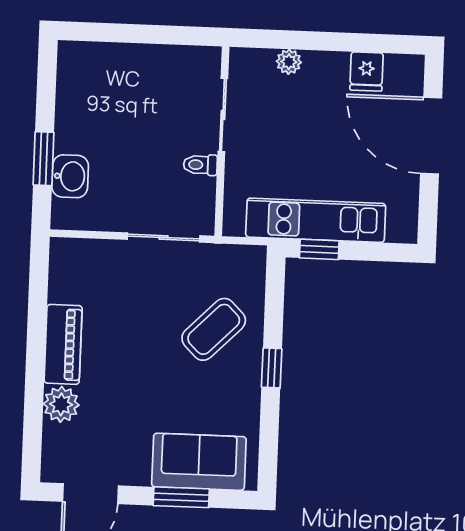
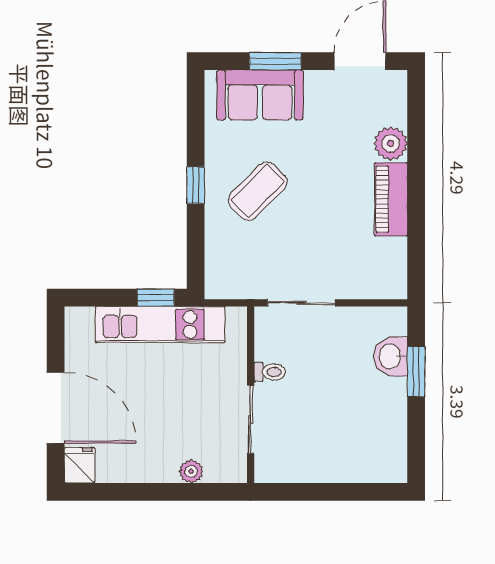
fridge: (367, 71) -> (79, 465), moved
coffee table: (214, 329) -> (258, 191), moved

